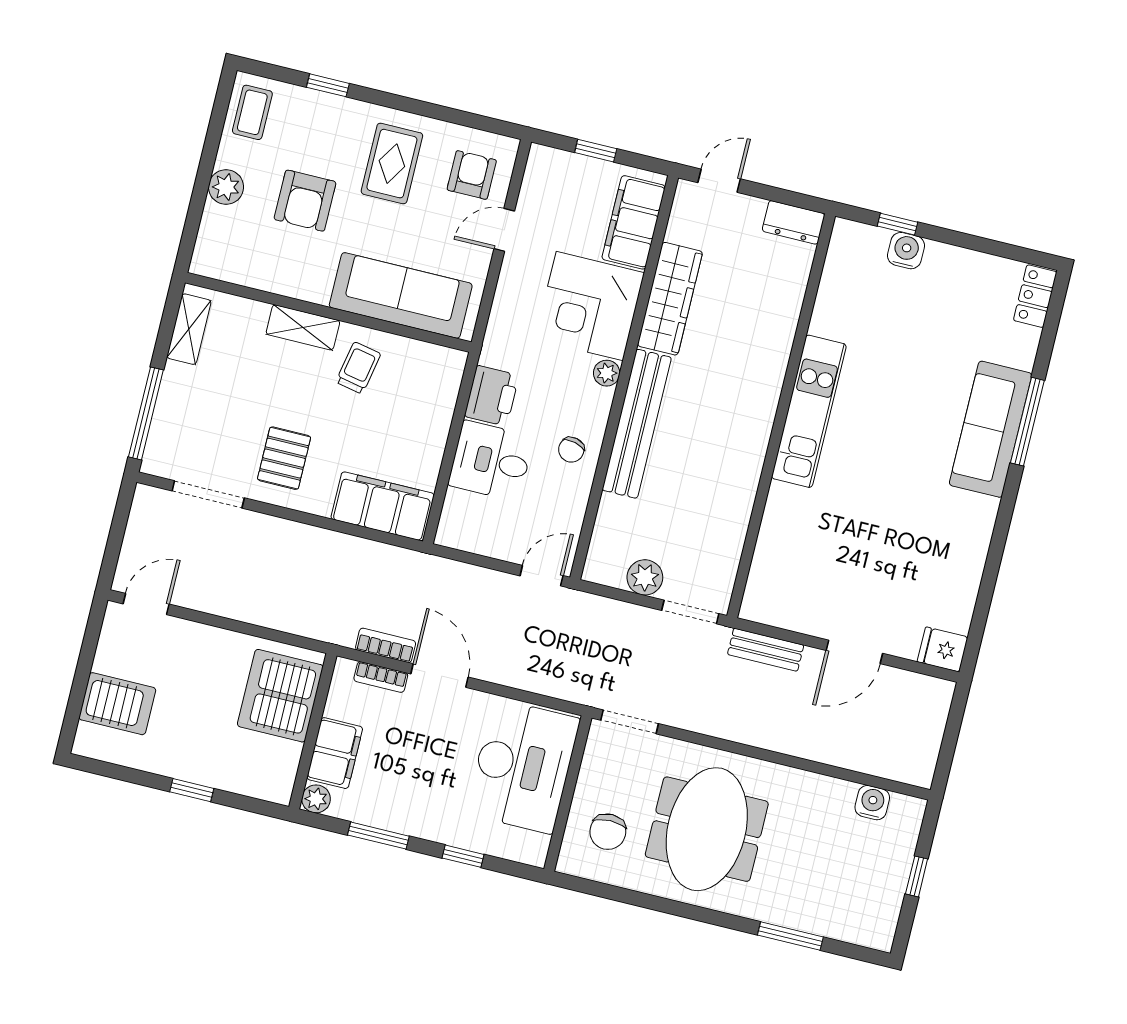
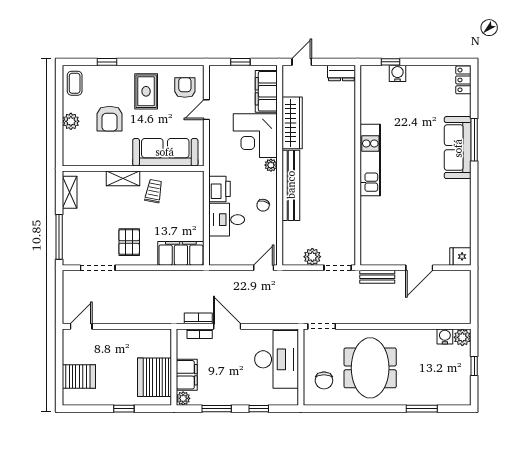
server rack: (280, 696) -> (155, 377), moved
plant: (907, 813) -> (462, 337), added

